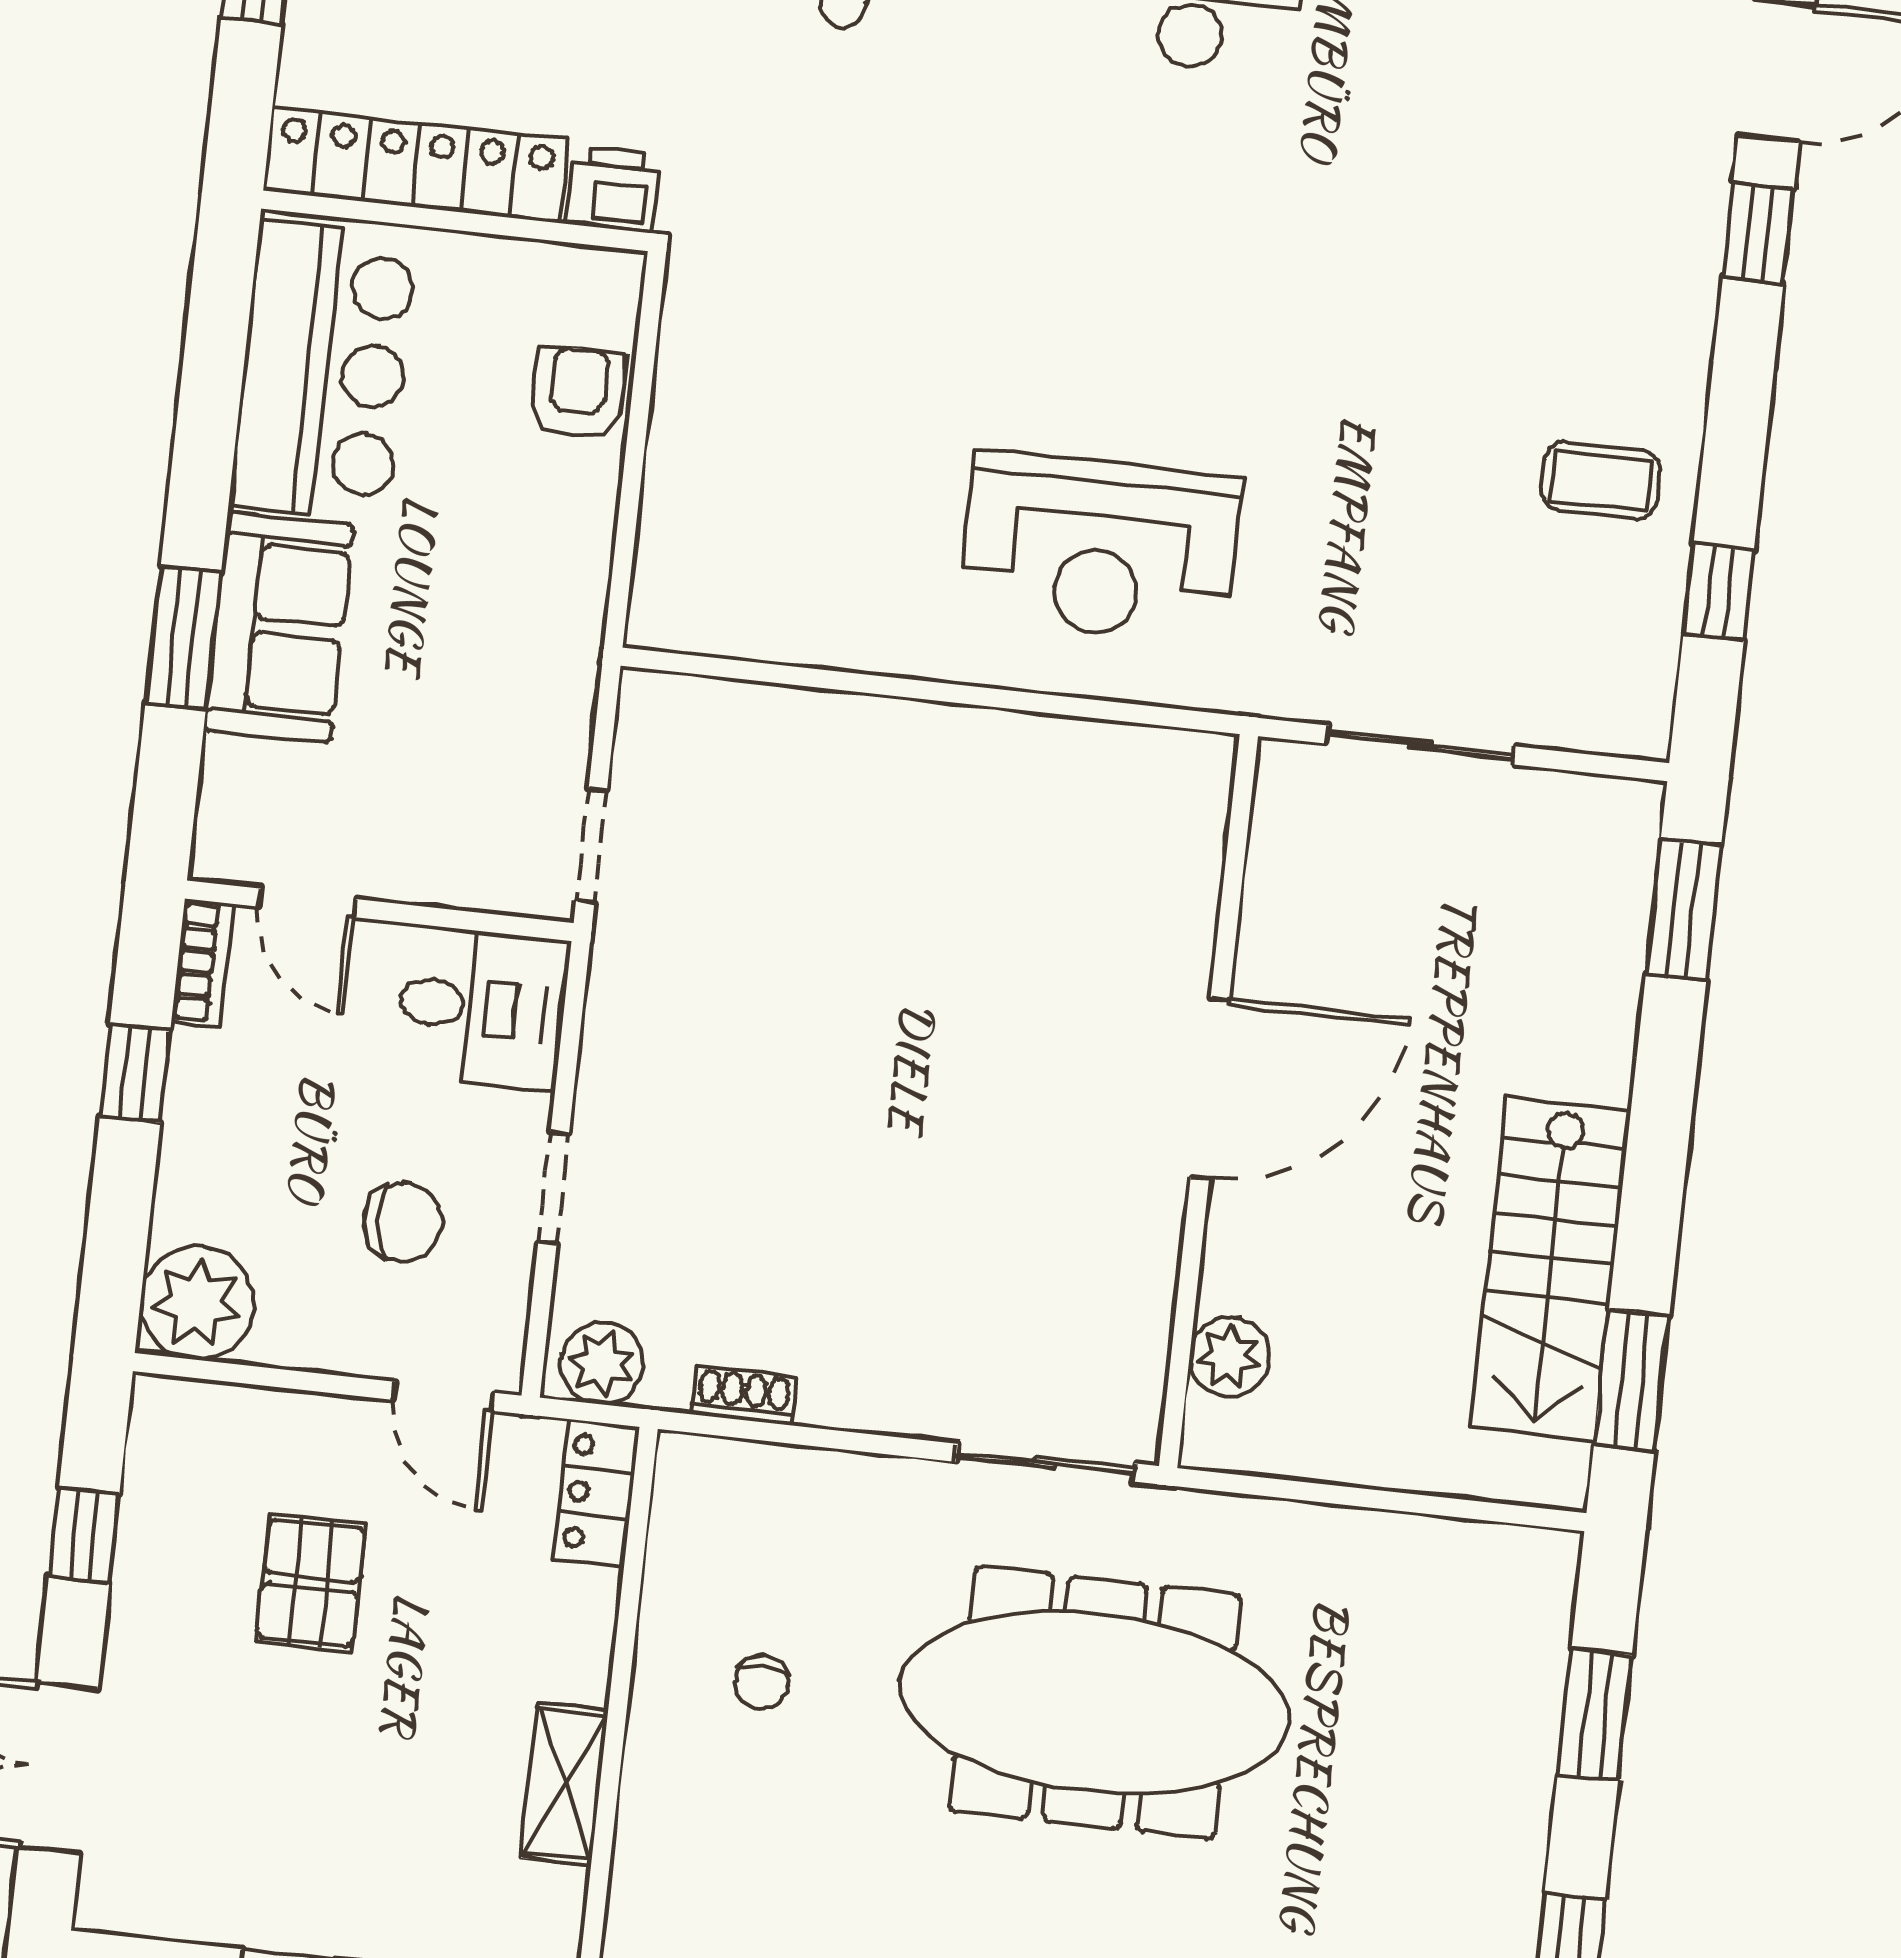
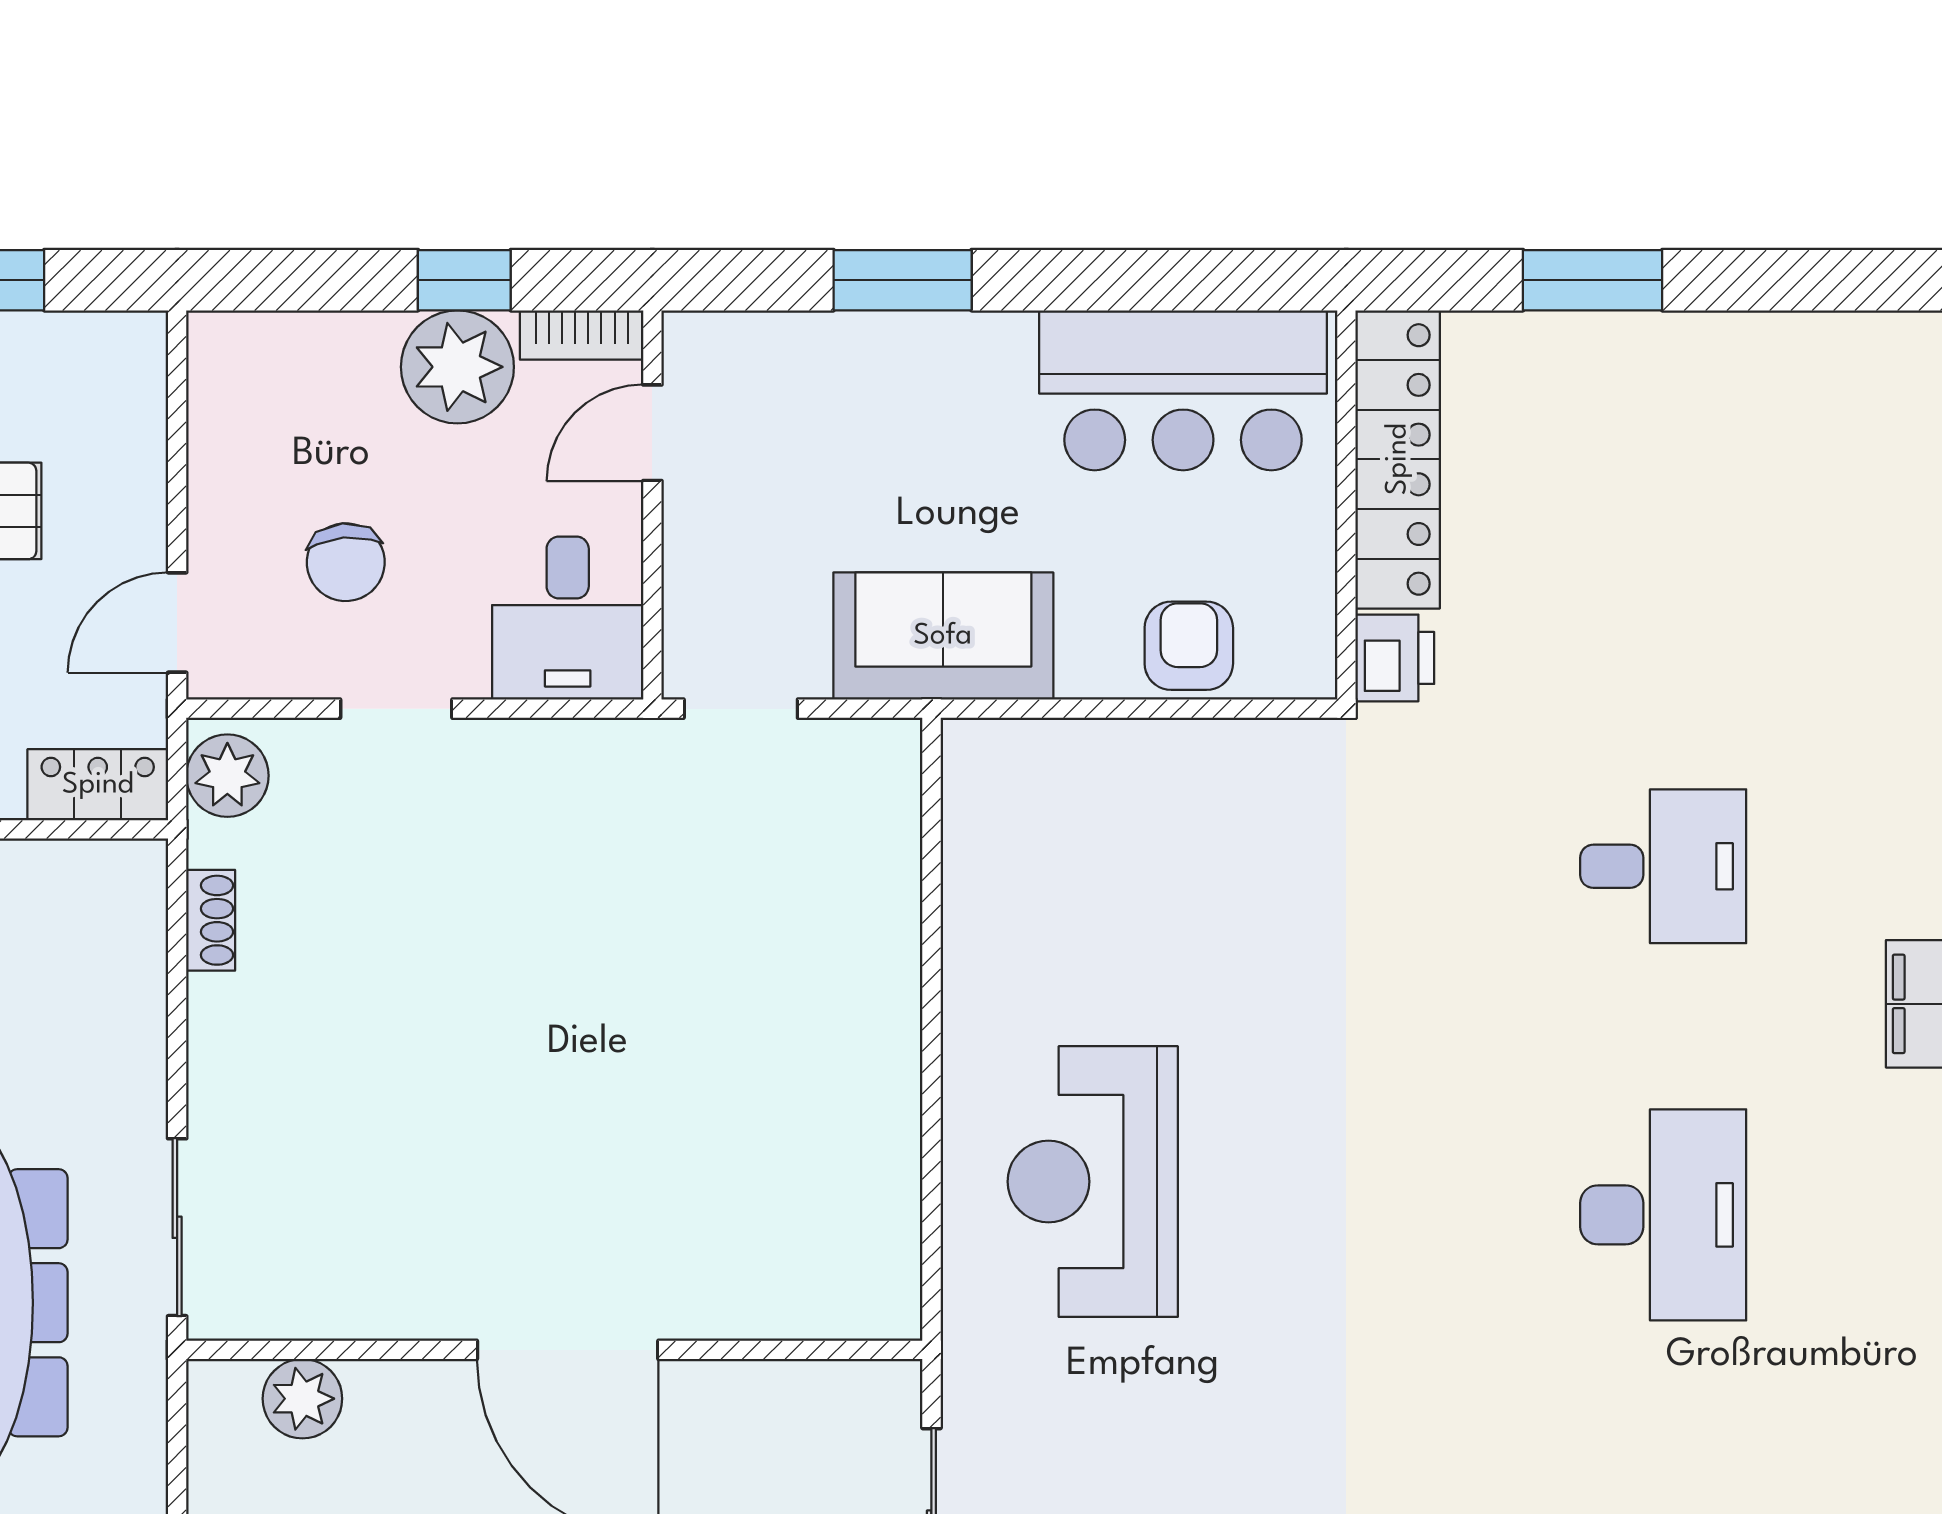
armchair: (578, 393) -> (1189, 646), turned -90
sofa: (279, 627) -> (943, 636), moved, turned 180
plant: (197, 1303) -> (457, 367), moved

